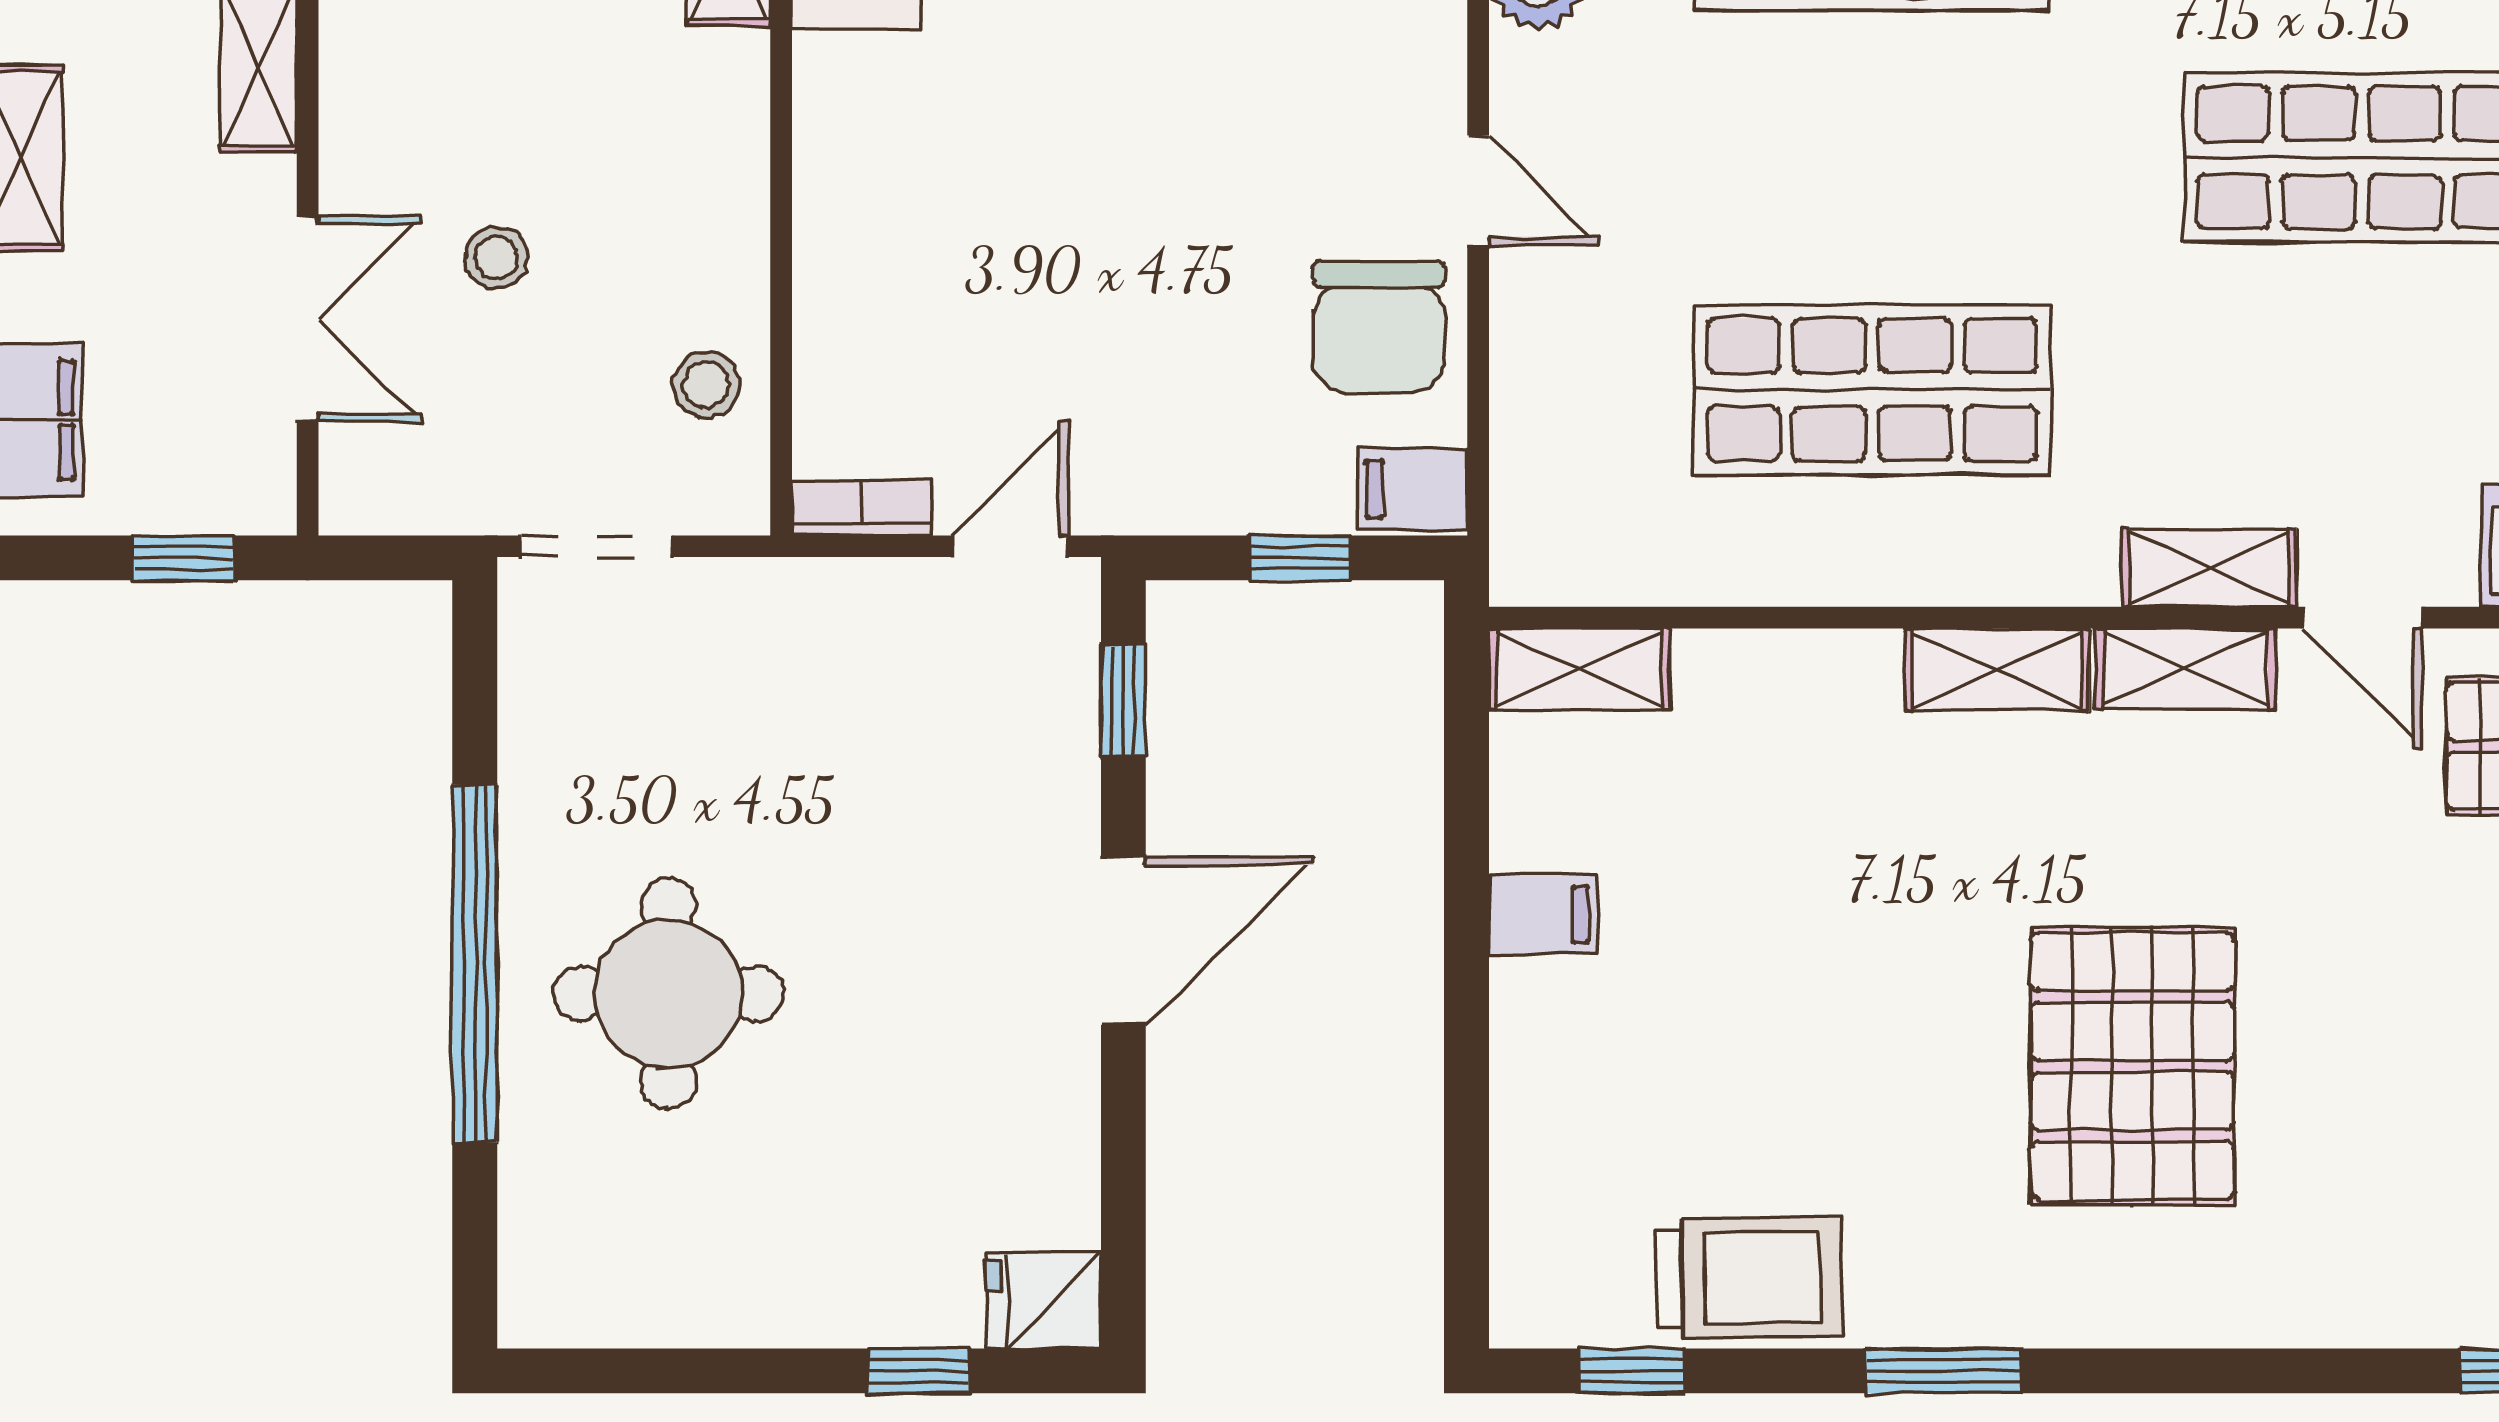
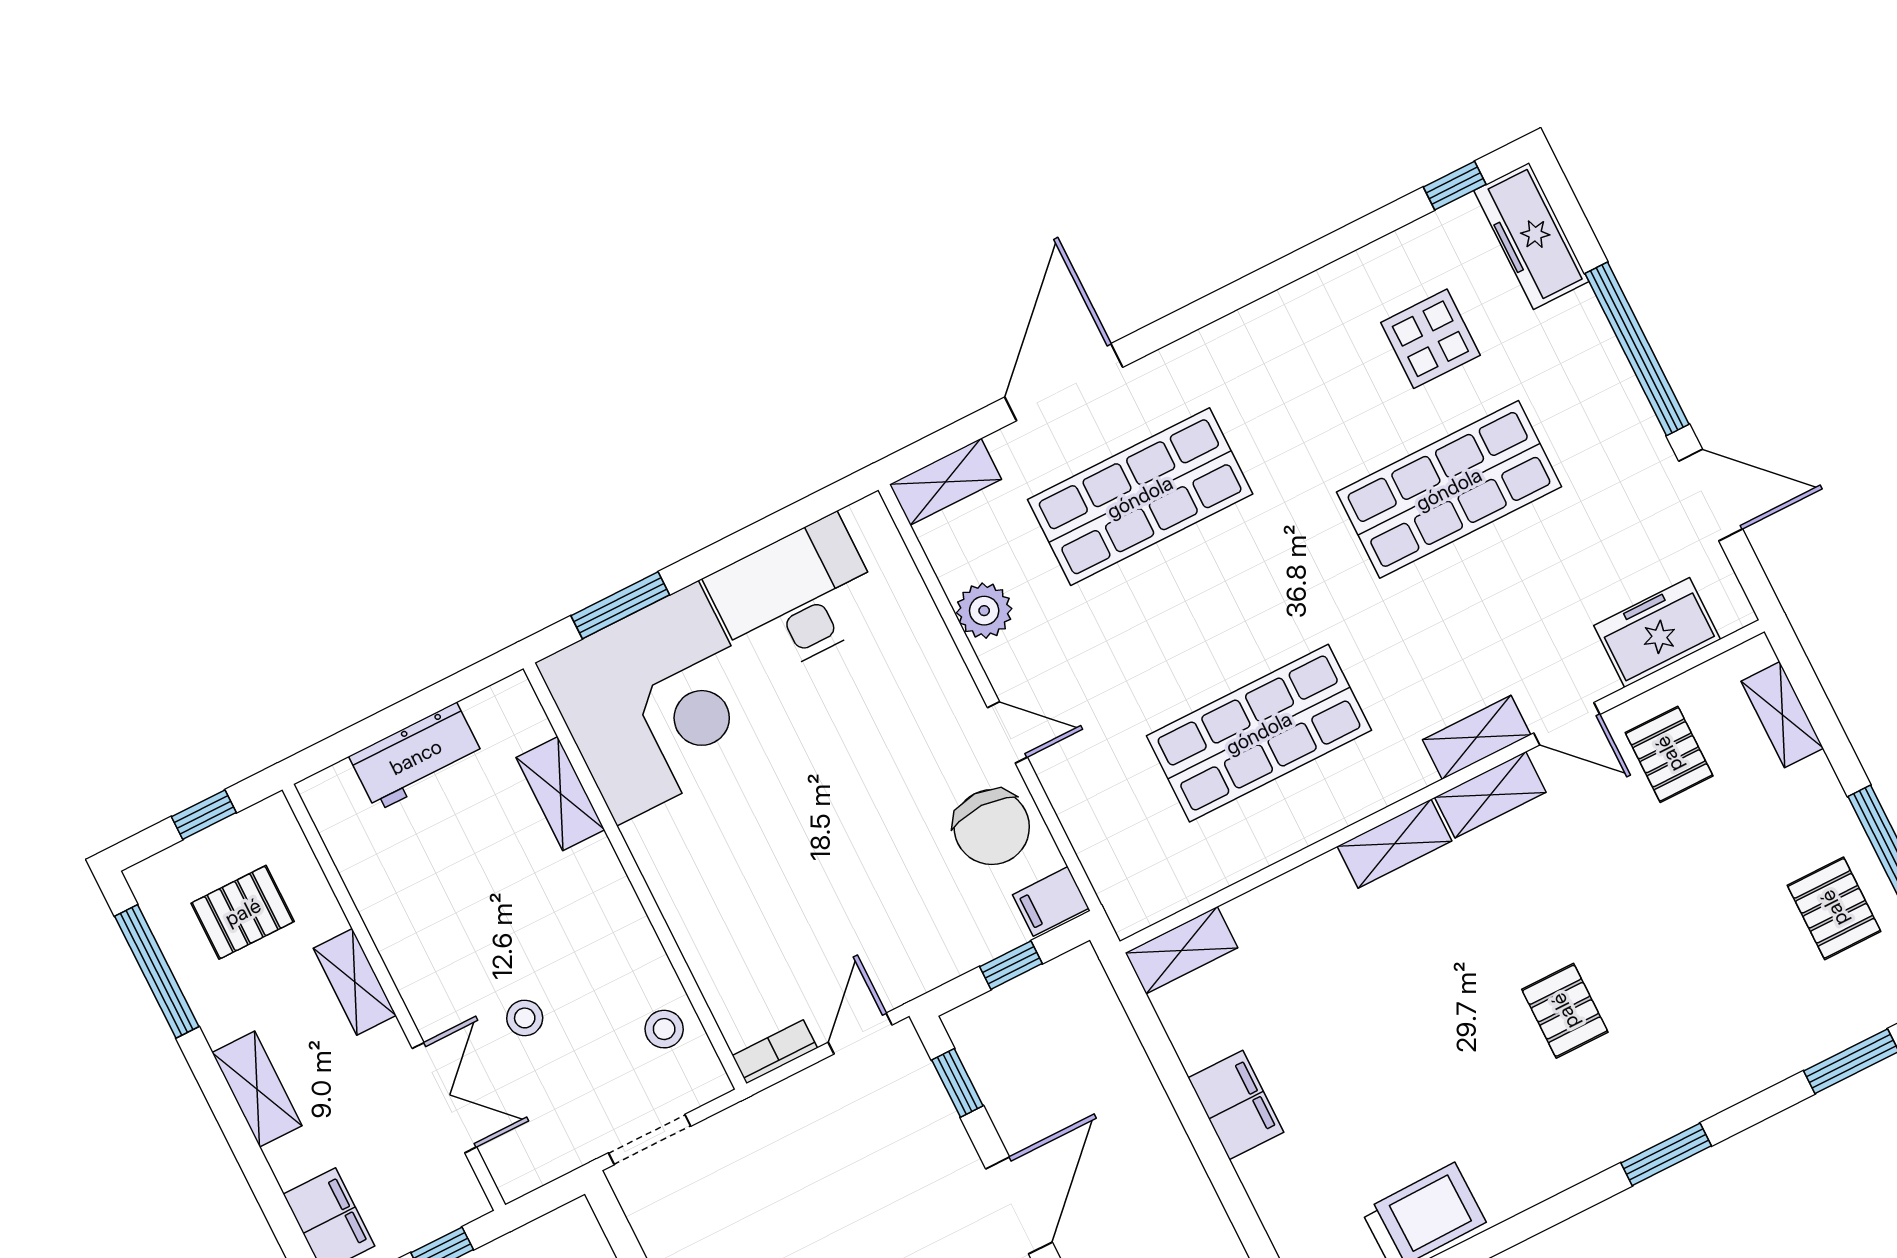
filing cabinet: (1543, 914) -> (1236, 1105), width x2.00
pallet: (2132, 1066) -> (1565, 1011), width x0.49, depth x0.50
window: (1944, 1371) -> (1666, 1154), moved

